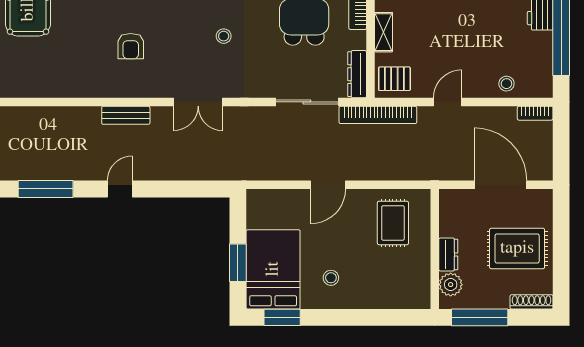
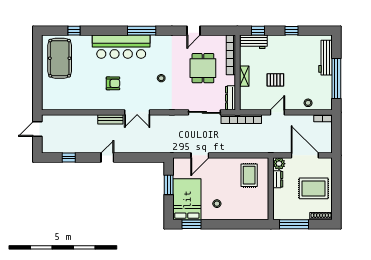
armchair: (131, 46) -> (113, 83), turned -90
pallet: (394, 79) -> (275, 80), moved
double door: (198, 102) -> (137, 112), moved
door: (328, 185) -> (200, 155), moved
window: (46, 189) -> (69, 158), width x0.46
dresser: (448, 254) -> (278, 179), moved
window: (238, 263) -> (169, 185), moved
plant: (451, 285) -> (279, 164), moved

